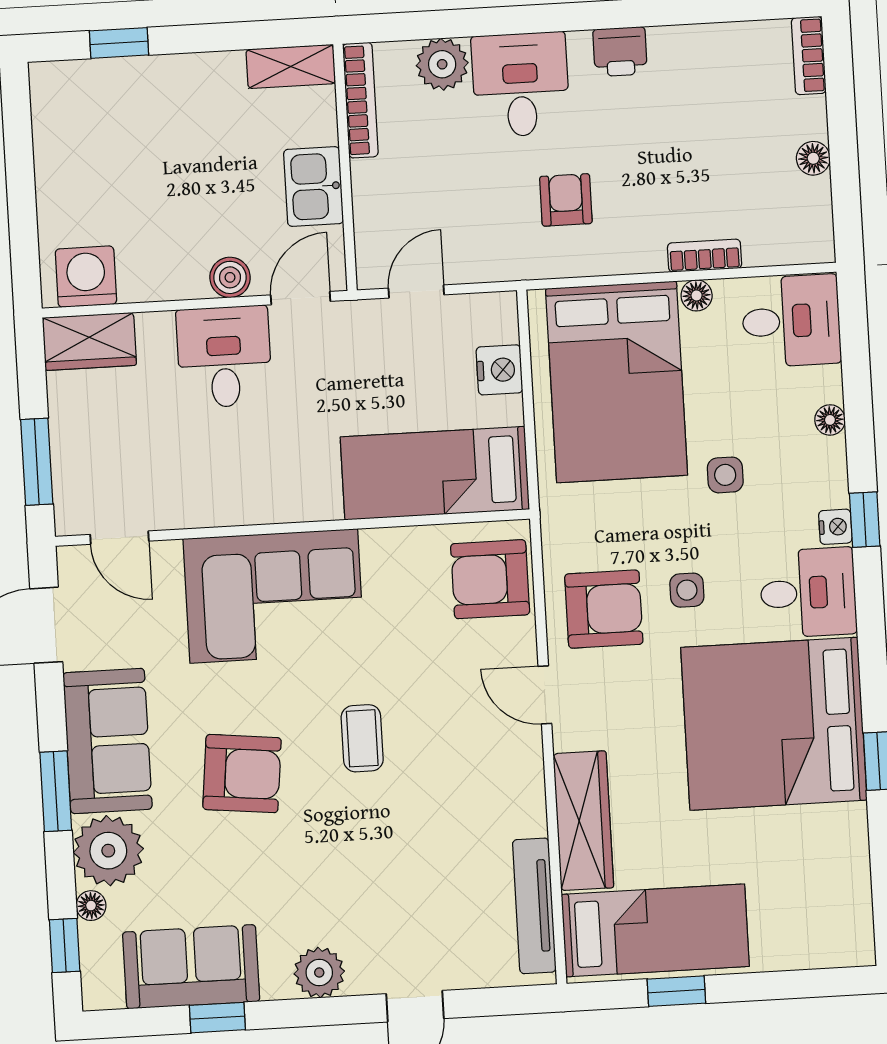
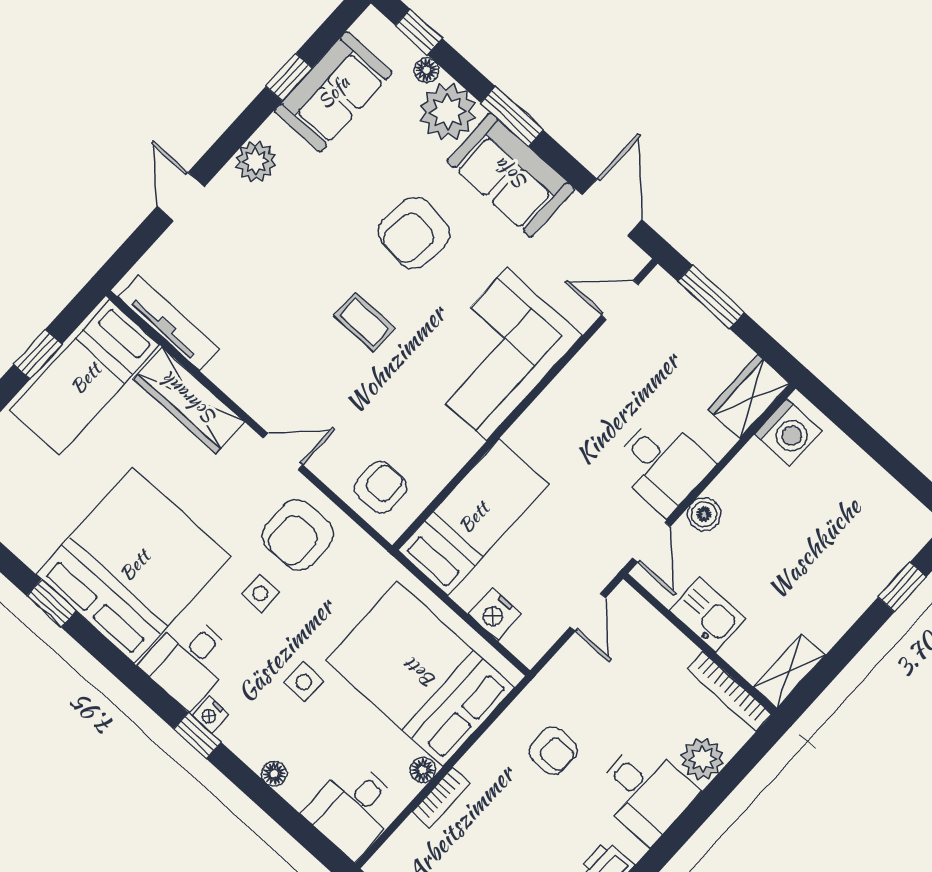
armchair: (490, 579) -> (381, 487), width x0.72, depth x0.72

